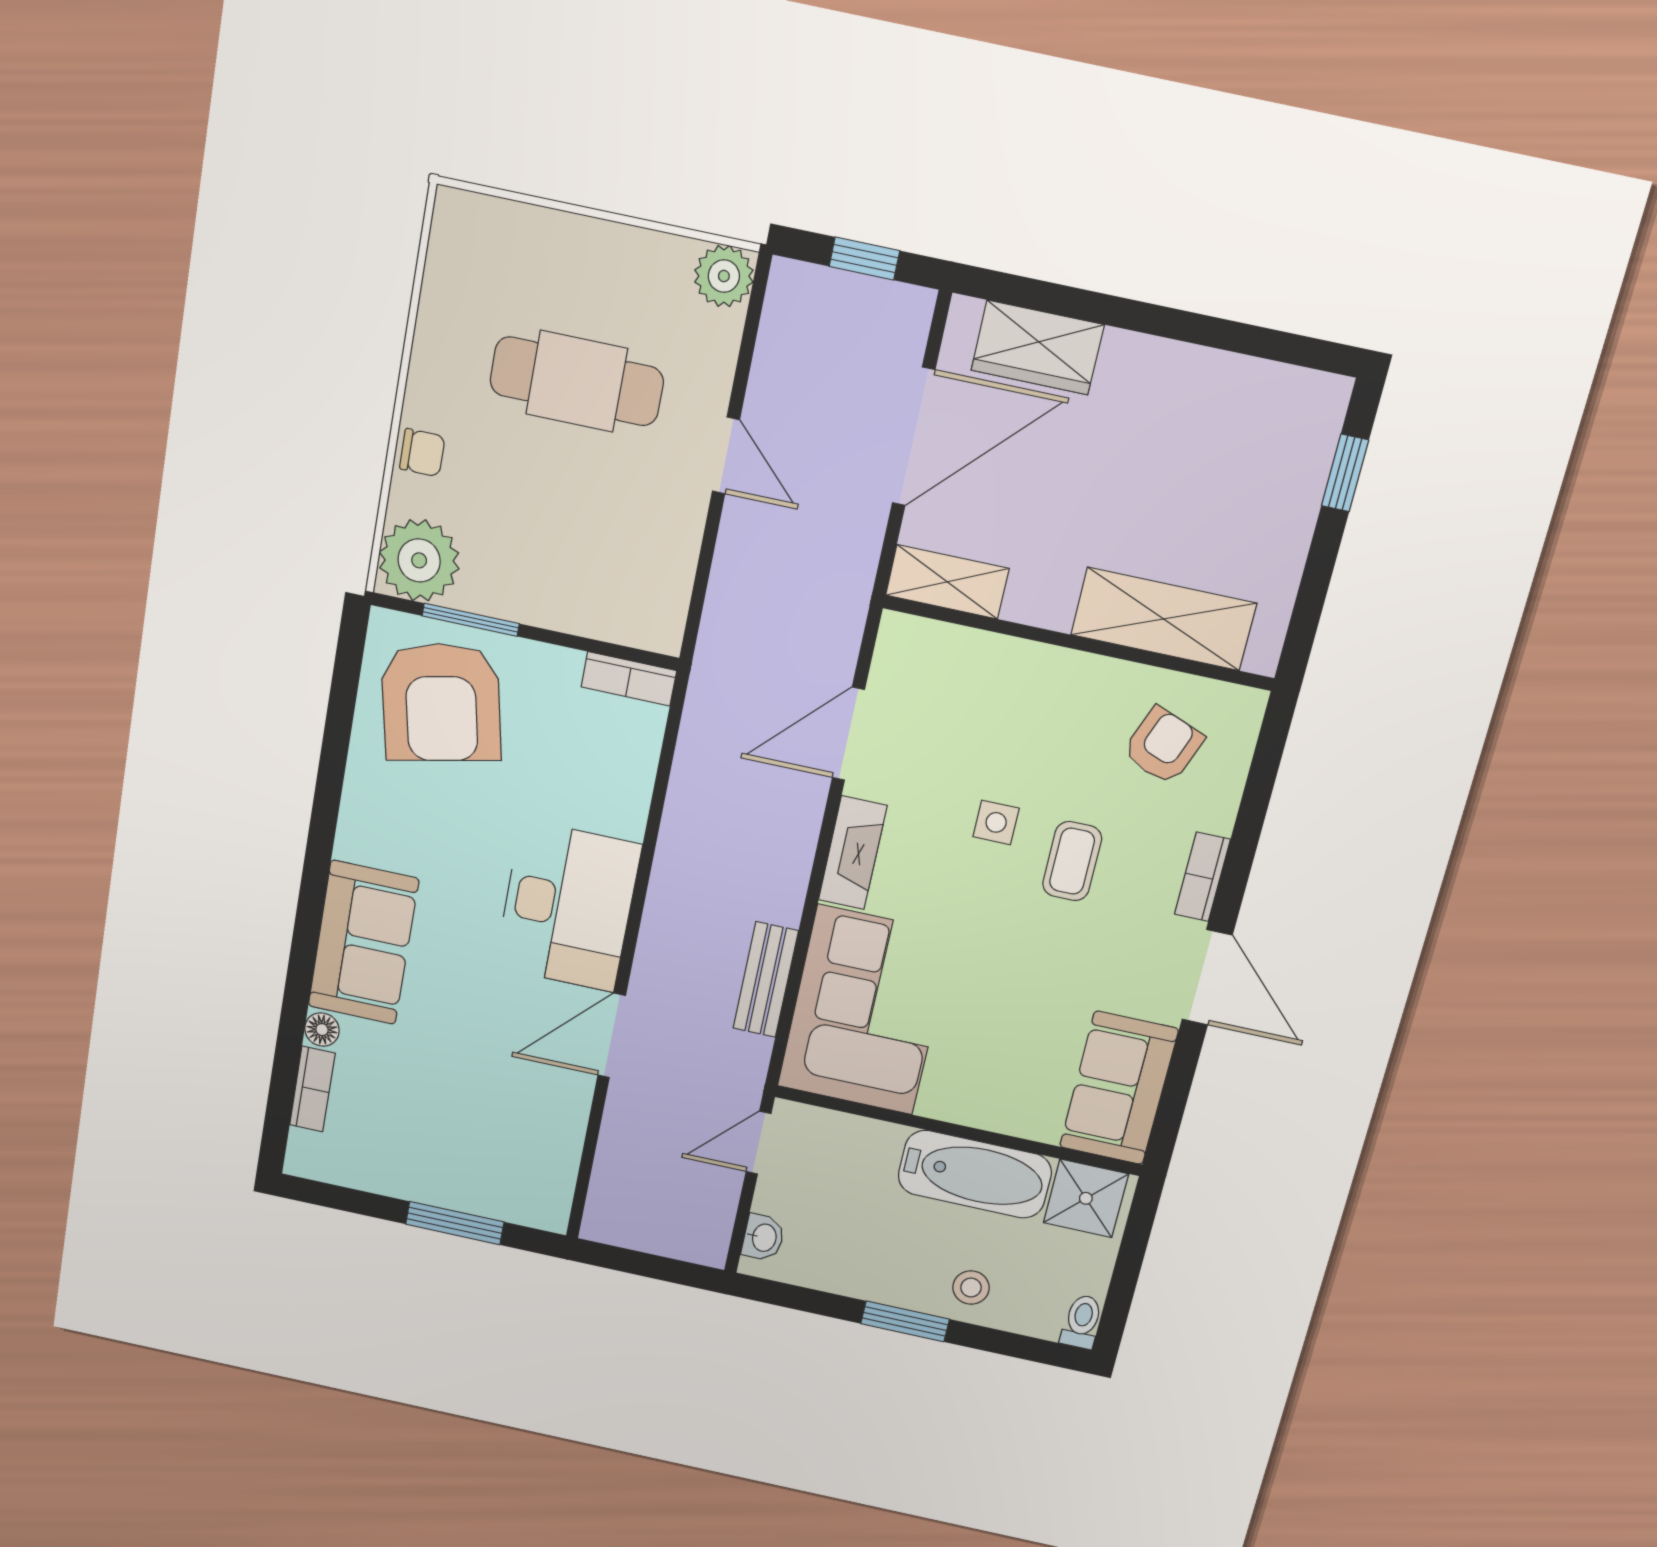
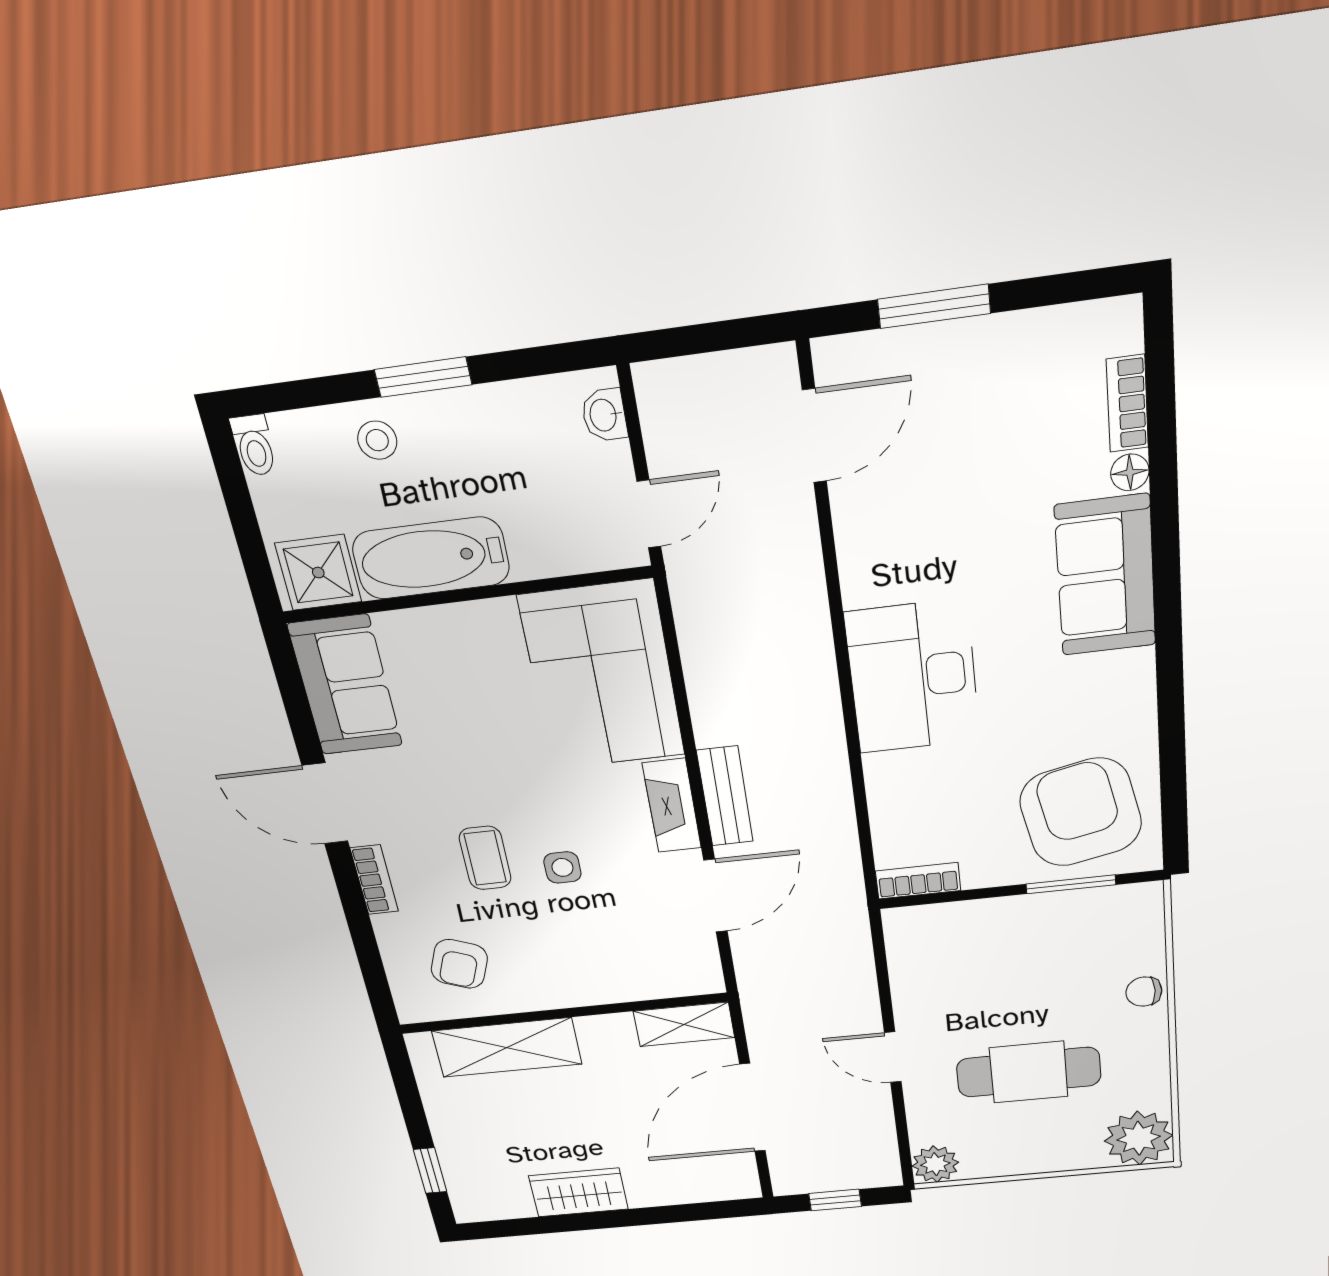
wardrobe: (1037, 348) -> (578, 1192), moved
plant: (419, 560) -> (1139, 1138), moved
bench: (766, 980) -> (725, 796), moved
door: (612, 1036) -> (814, 436), moved

